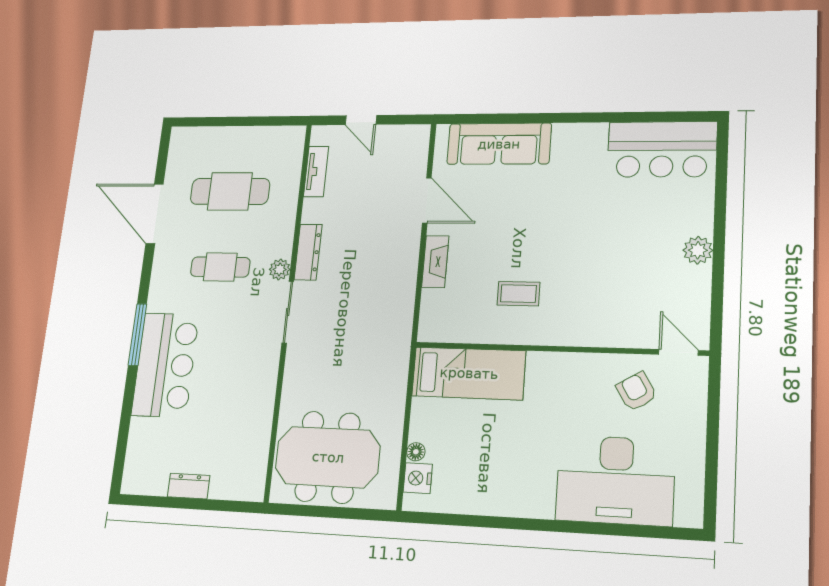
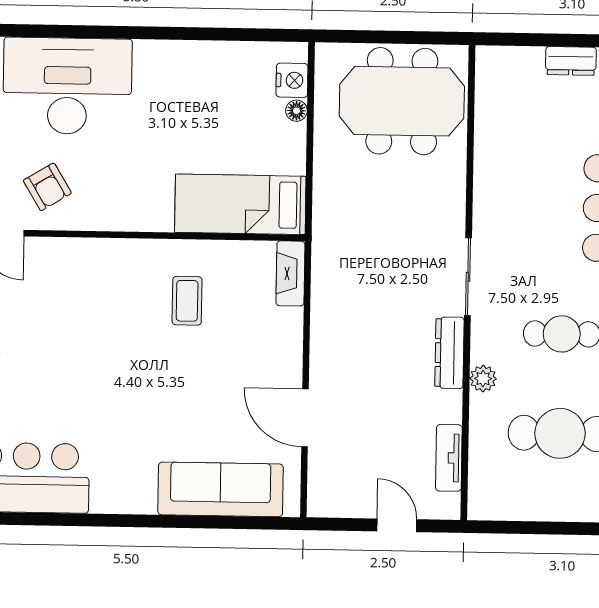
fireplace: (435, 262) -> (290, 273), moved
plant: (280, 269) -> (483, 379), moved
coffee table: (518, 294) -> (187, 301), turned 90

